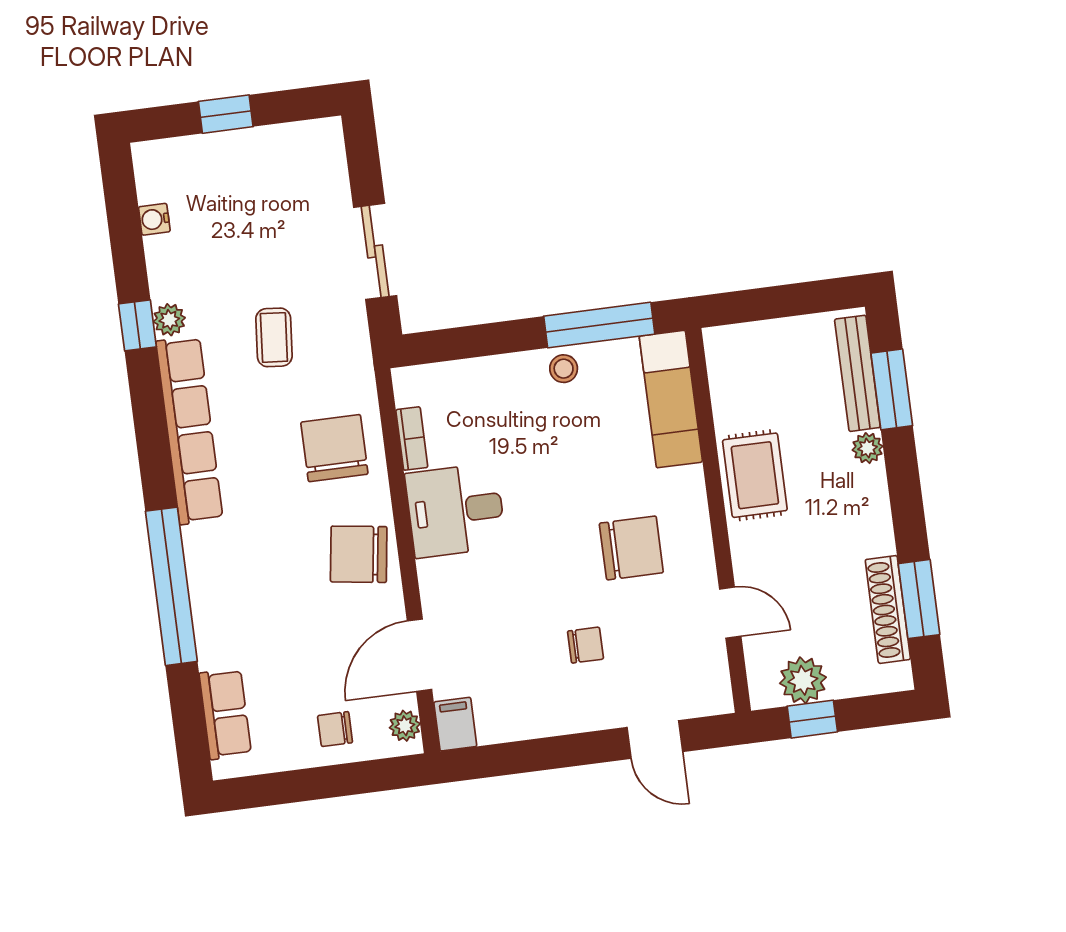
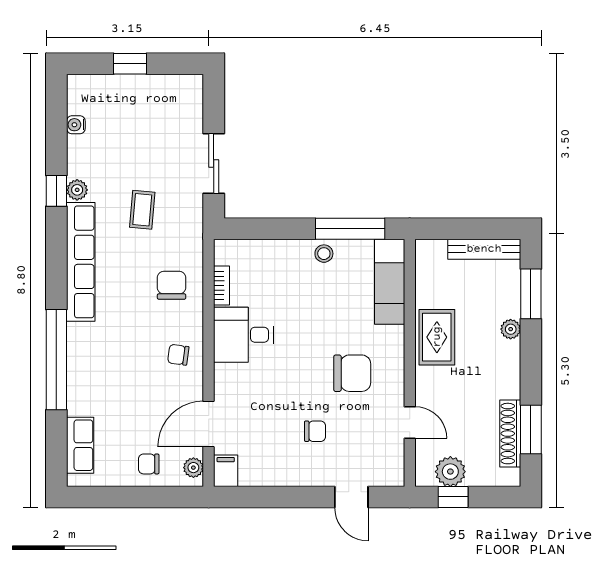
bench: (857, 373) -> (484, 249), moved, turned 90
chair: (334, 448) -> (172, 285), width x0.73, depth x0.73
chair: (359, 554) -> (178, 355), width x0.54, depth x0.54

